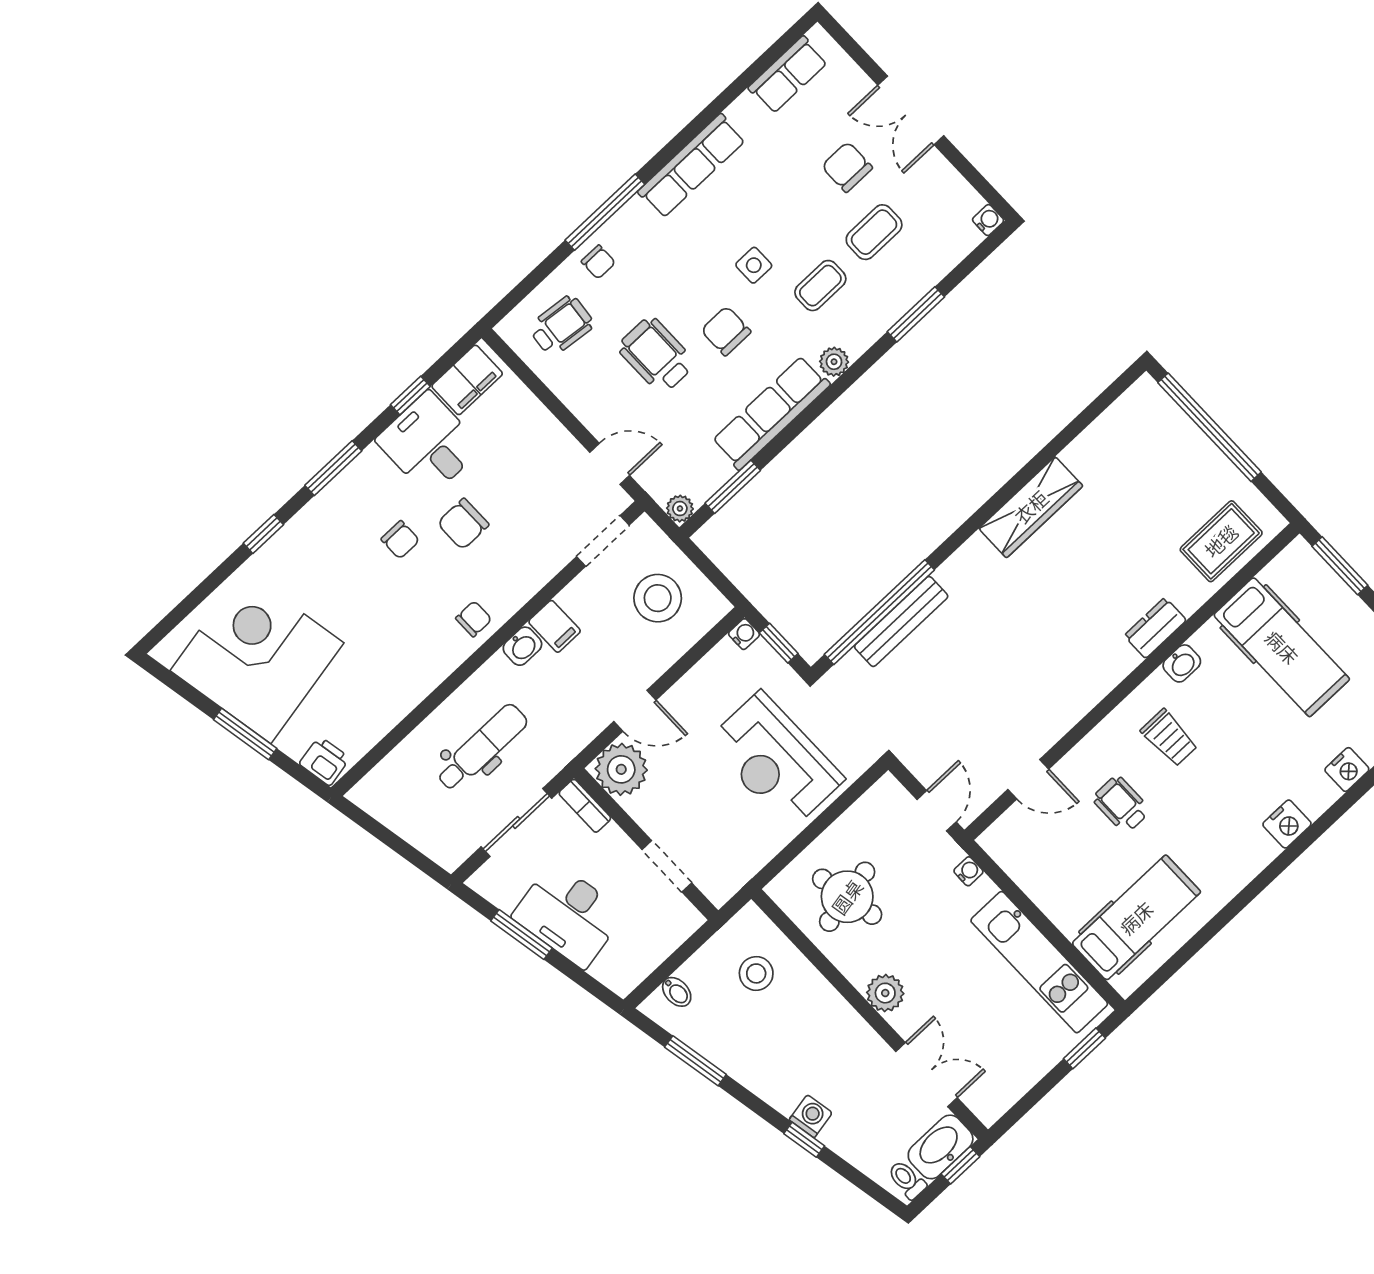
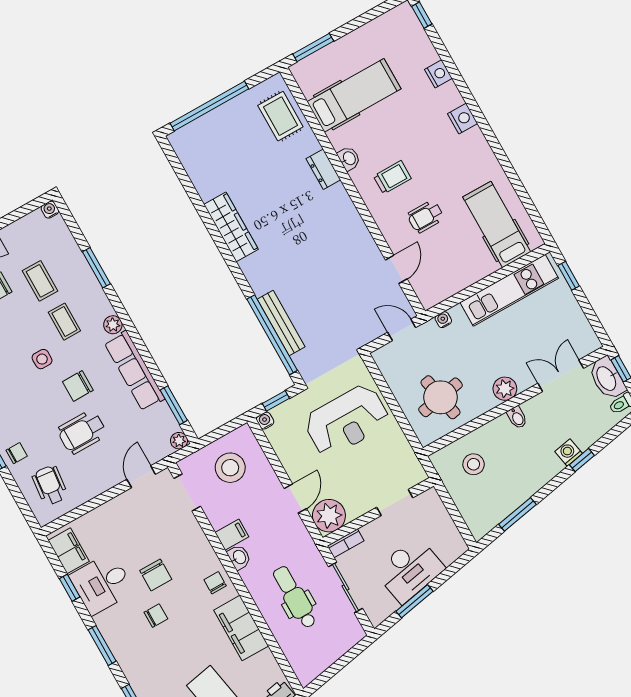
filing cabinet: (414, 676) -> (241, 628), added
bidet: (677, 992) -> (517, 417), moved, turned 90

